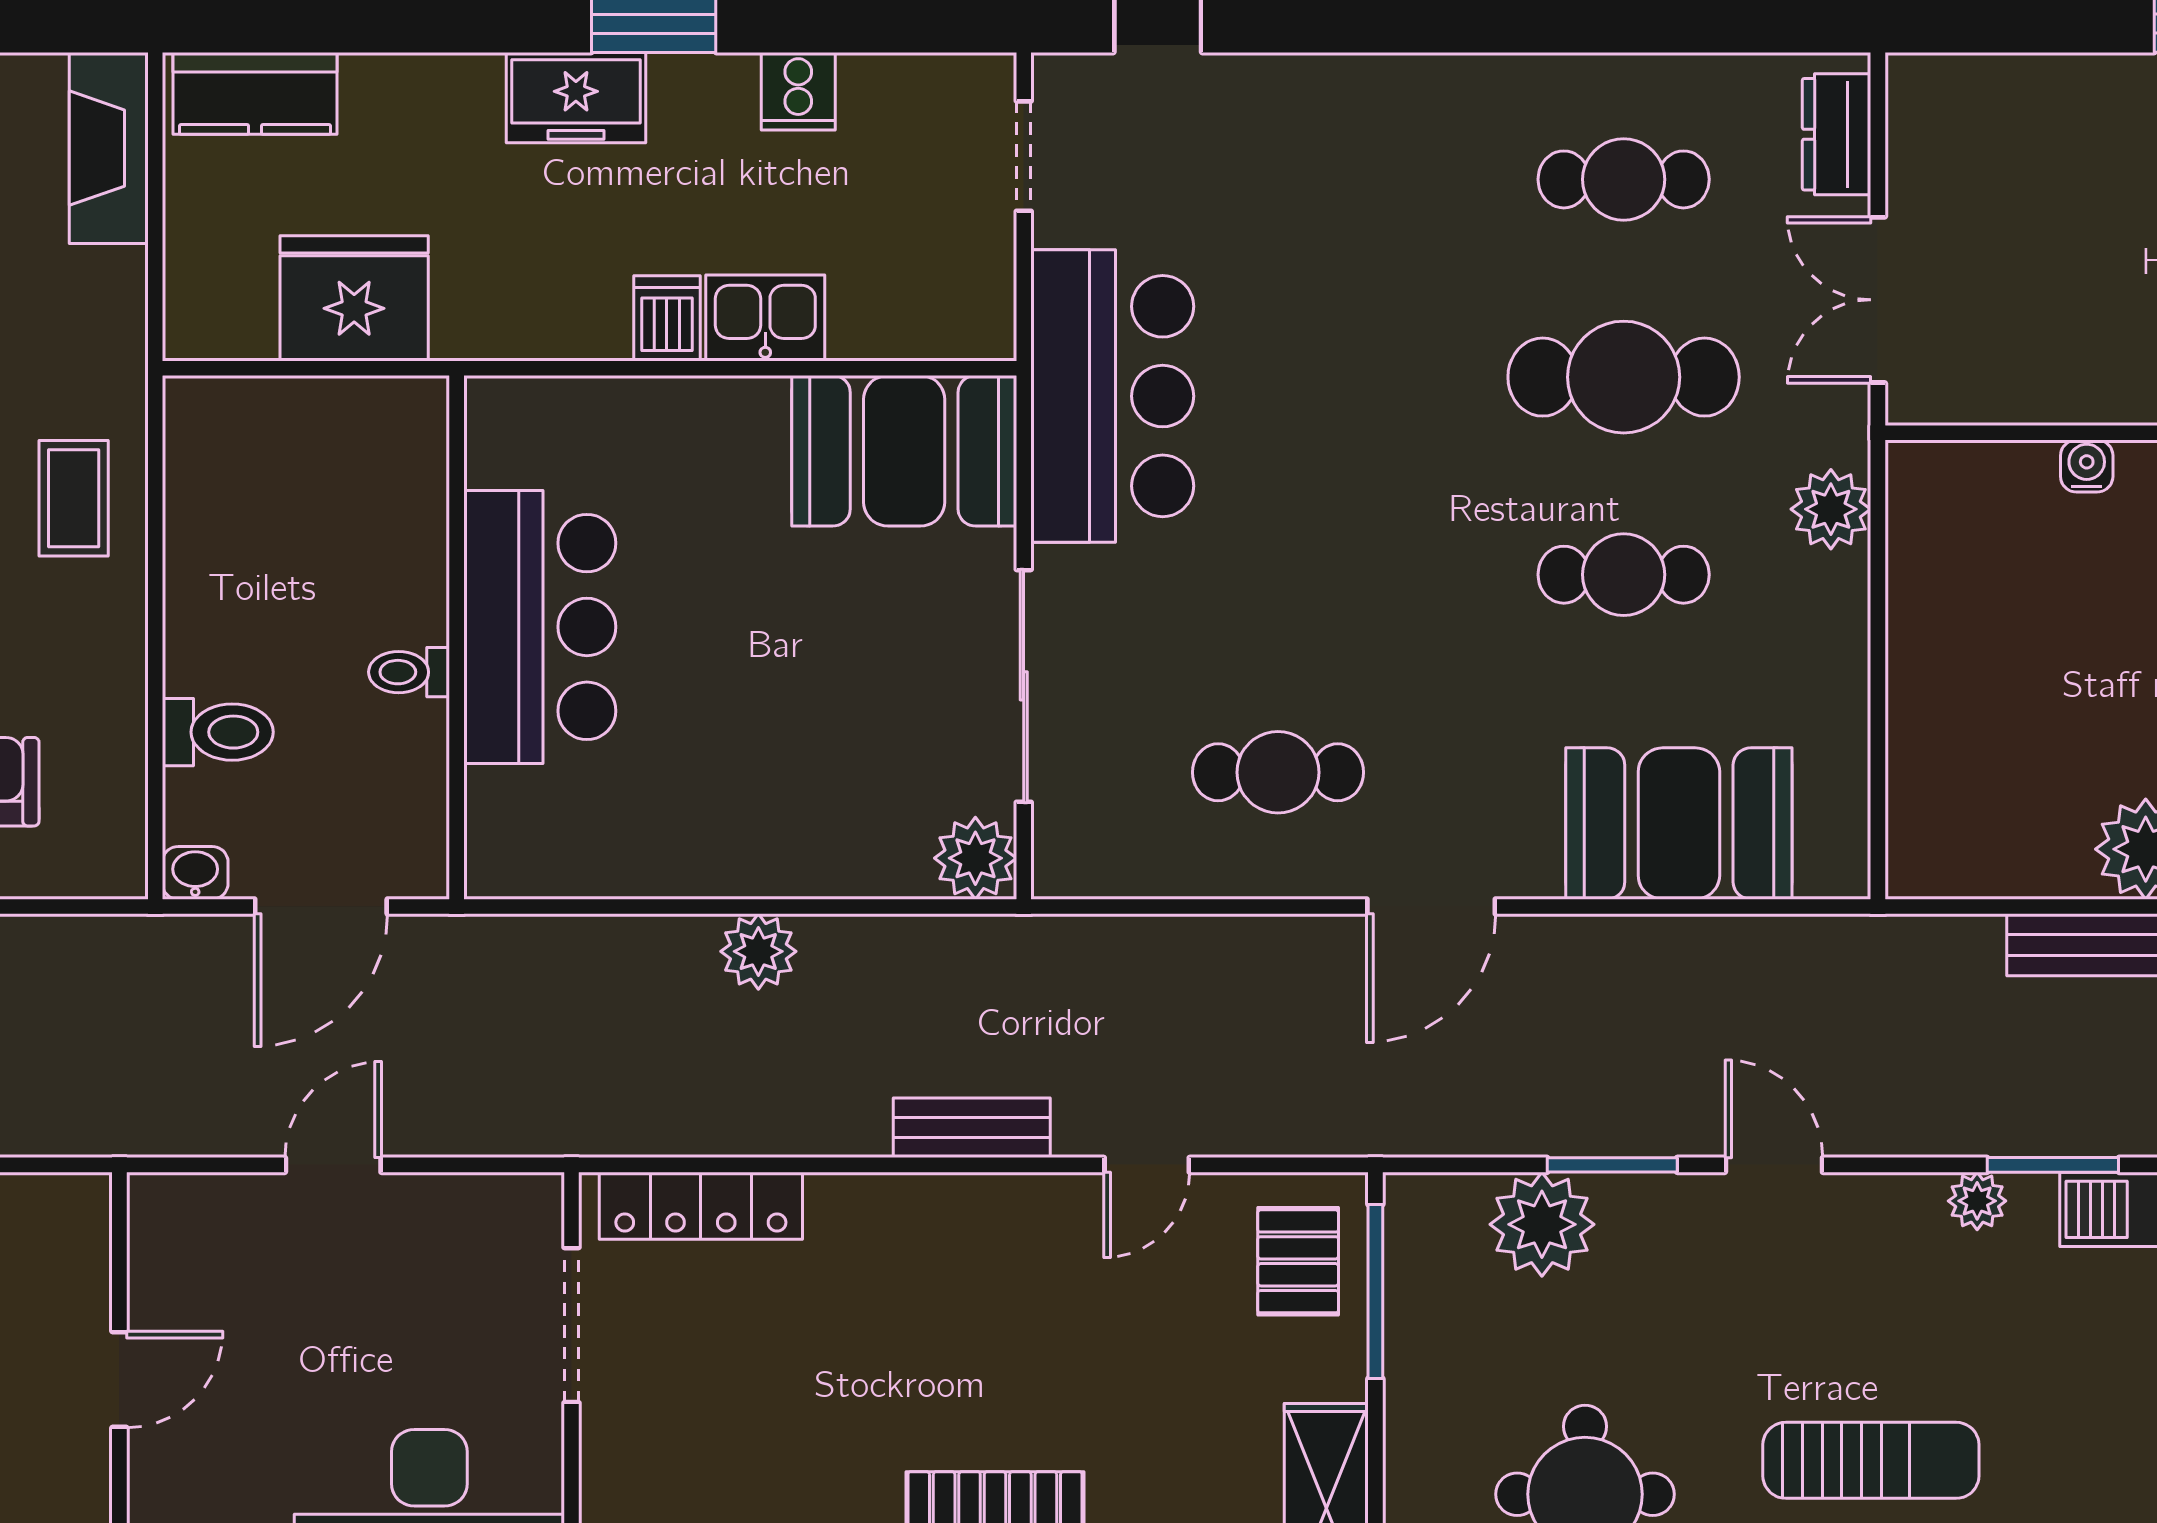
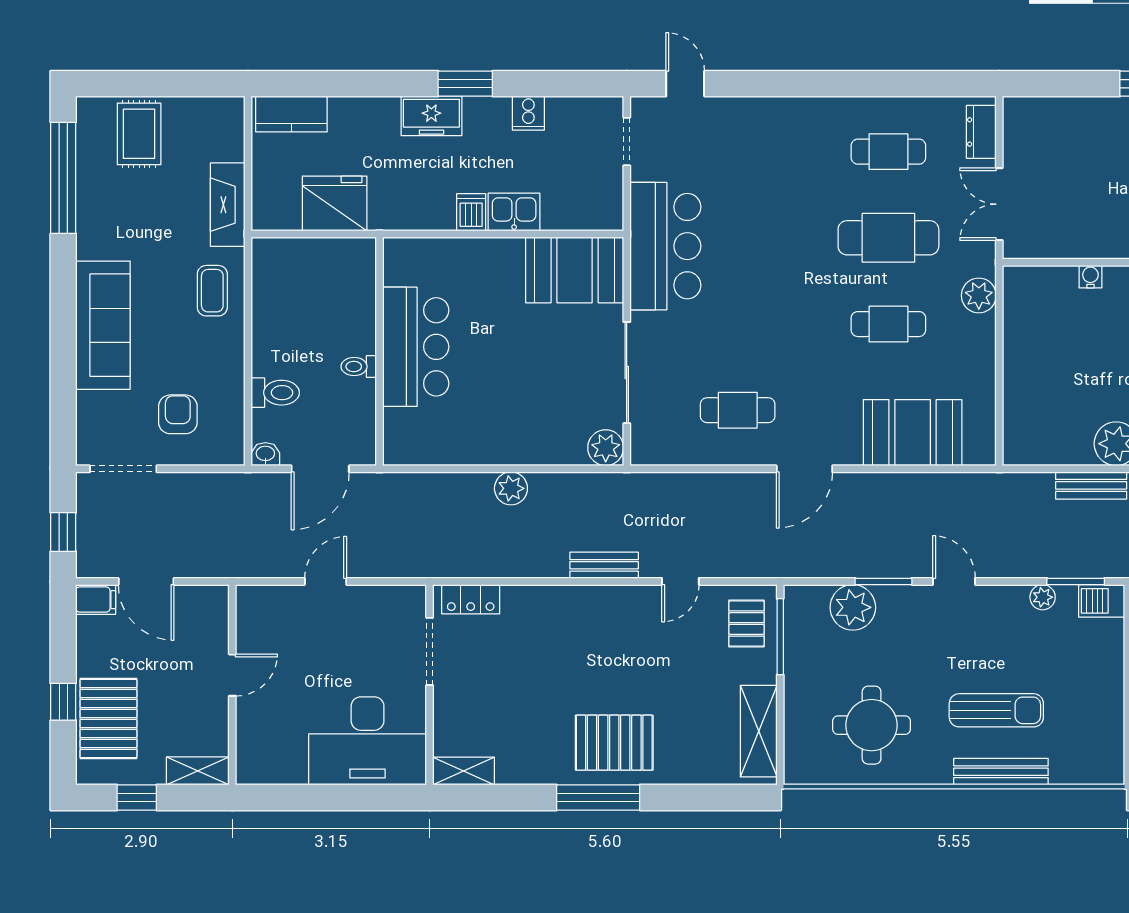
fireplace: (109, 148) -> (228, 205), moved
locker: (701, 1206) -> (471, 599), width x0.66

